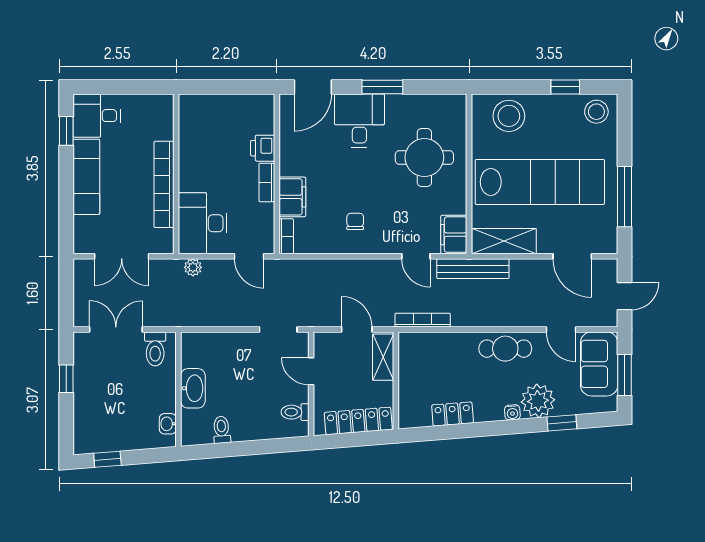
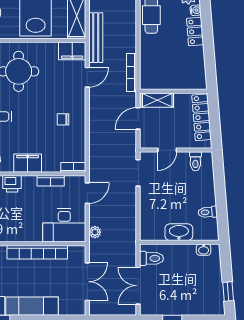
bookcase: (267, 182) -> (51, 181), moved
filing cabinet: (292, 197) -> (28, 163), moved
locker: (453, 414) -> (195, 32), moved

